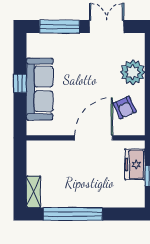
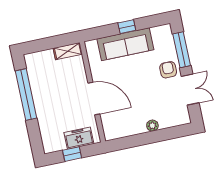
plant: (133, 72) -> (152, 126), width x0.53, depth x0.53
armchair: (125, 108) -> (168, 70), moved, turned 115
shelving: (34, 192) -> (68, 51), moved

